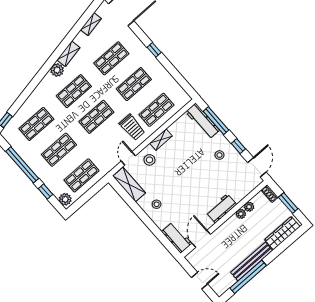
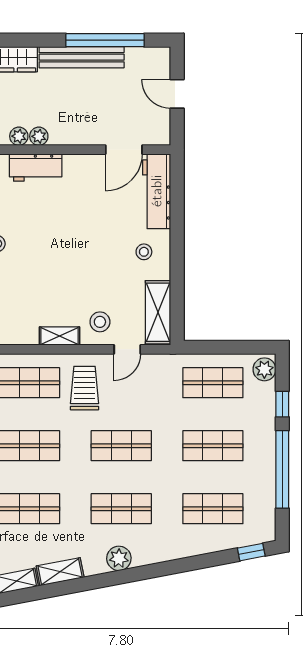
shelving: (68, 54) -> (60, 572), moved
workbench: (221, 208) -> (36, 168), moved
workbench: (177, 238) -> (157, 191), width x1.38

